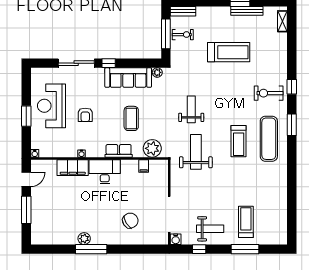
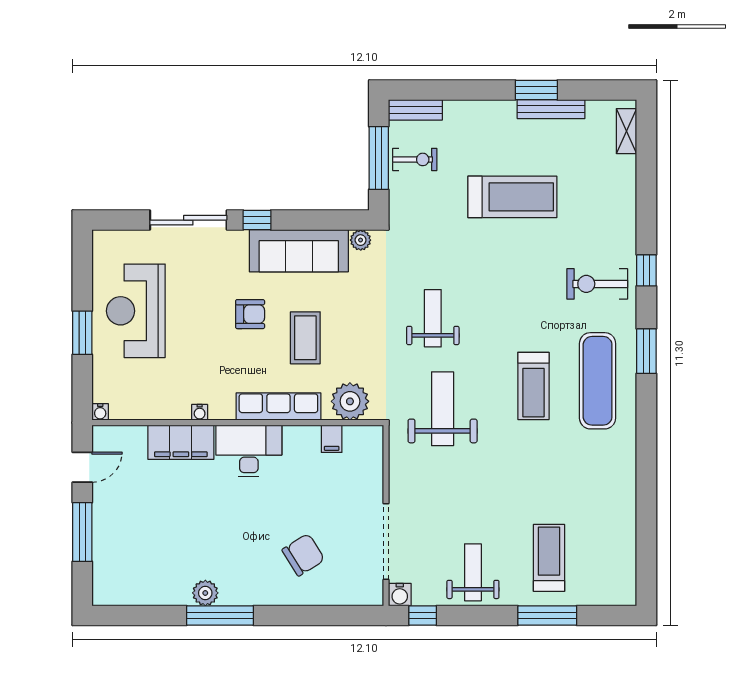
armchair: (85, 115) -> (250, 314), moved, turned -90
row of seats: (119, 151) -> (278, 407), width x1.48
weight bench: (210, 229) -> (473, 572), turned -90
window: (199, 249) -> (423, 615), moved

